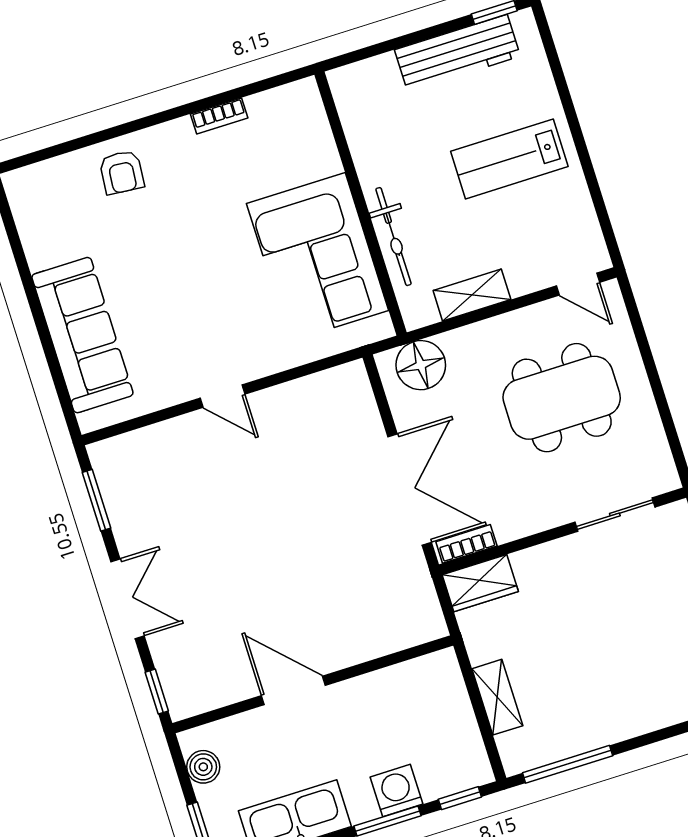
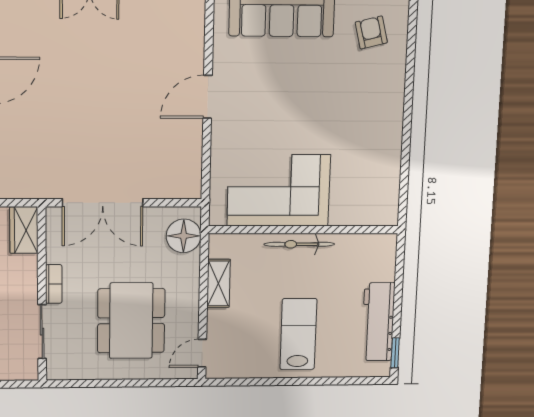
bookcase: (219, 116) -> (394, 155), removed
armchair: (122, 172) -> (371, 32), moved, turned 71
bicycle: (393, 237) -> (299, 244), moved
door: (223, 396) -> (208, 97), width x1.38
bookcase: (466, 544) -> (54, 284), moved

